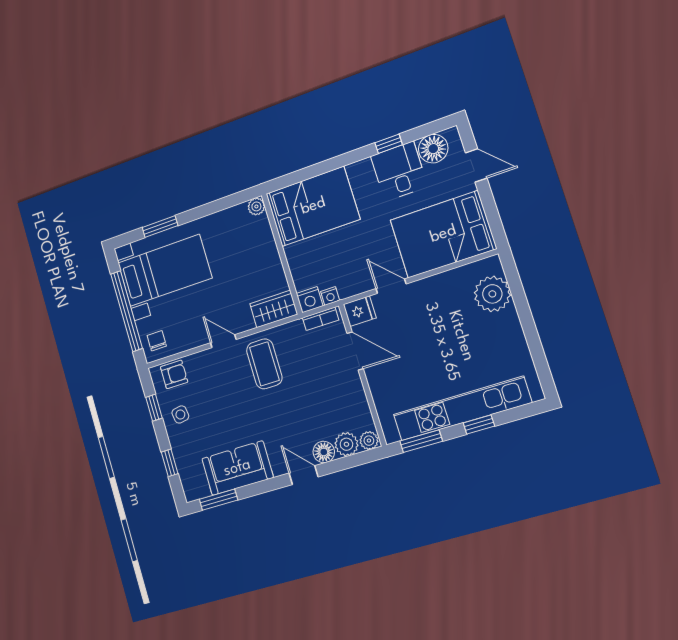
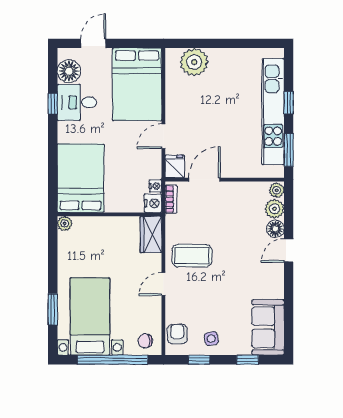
sofa: (237, 468) -> (268, 327), moved
window: (218, 500) -> (289, 327), removed

